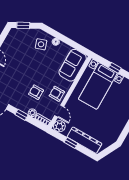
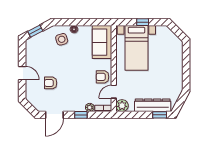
armchair: (36, 92) -> (51, 83), moved
door: (59, 111) -> (114, 92), swing flipped
window: (71, 143) -> (160, 115), moved

